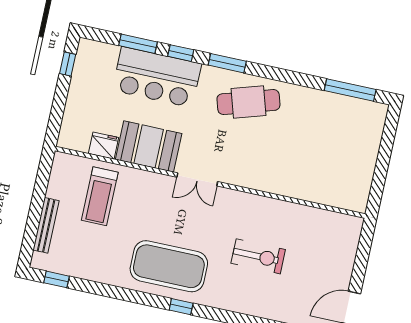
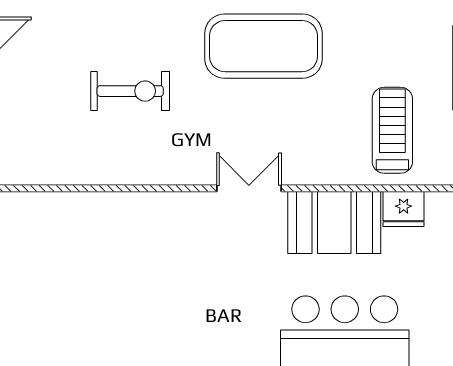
cafe table: (248, 102) -> (197, 324), removed
exercise bike: (258, 256) -> (130, 91), turned 180

